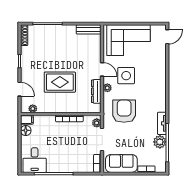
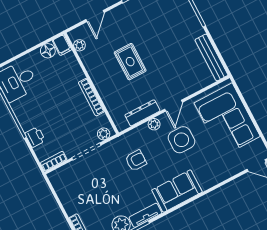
bench: (89, 29) -> (211, 57), width x1.36
rug: (60, 82) -> (130, 62), width x0.73, depth x0.70
armchair: (124, 111) -> (136, 160), width x0.53, depth x0.53
sofa: (121, 163) -> (177, 191), moved, turned -90
printer: (76, 167) -> (35, 137), added

